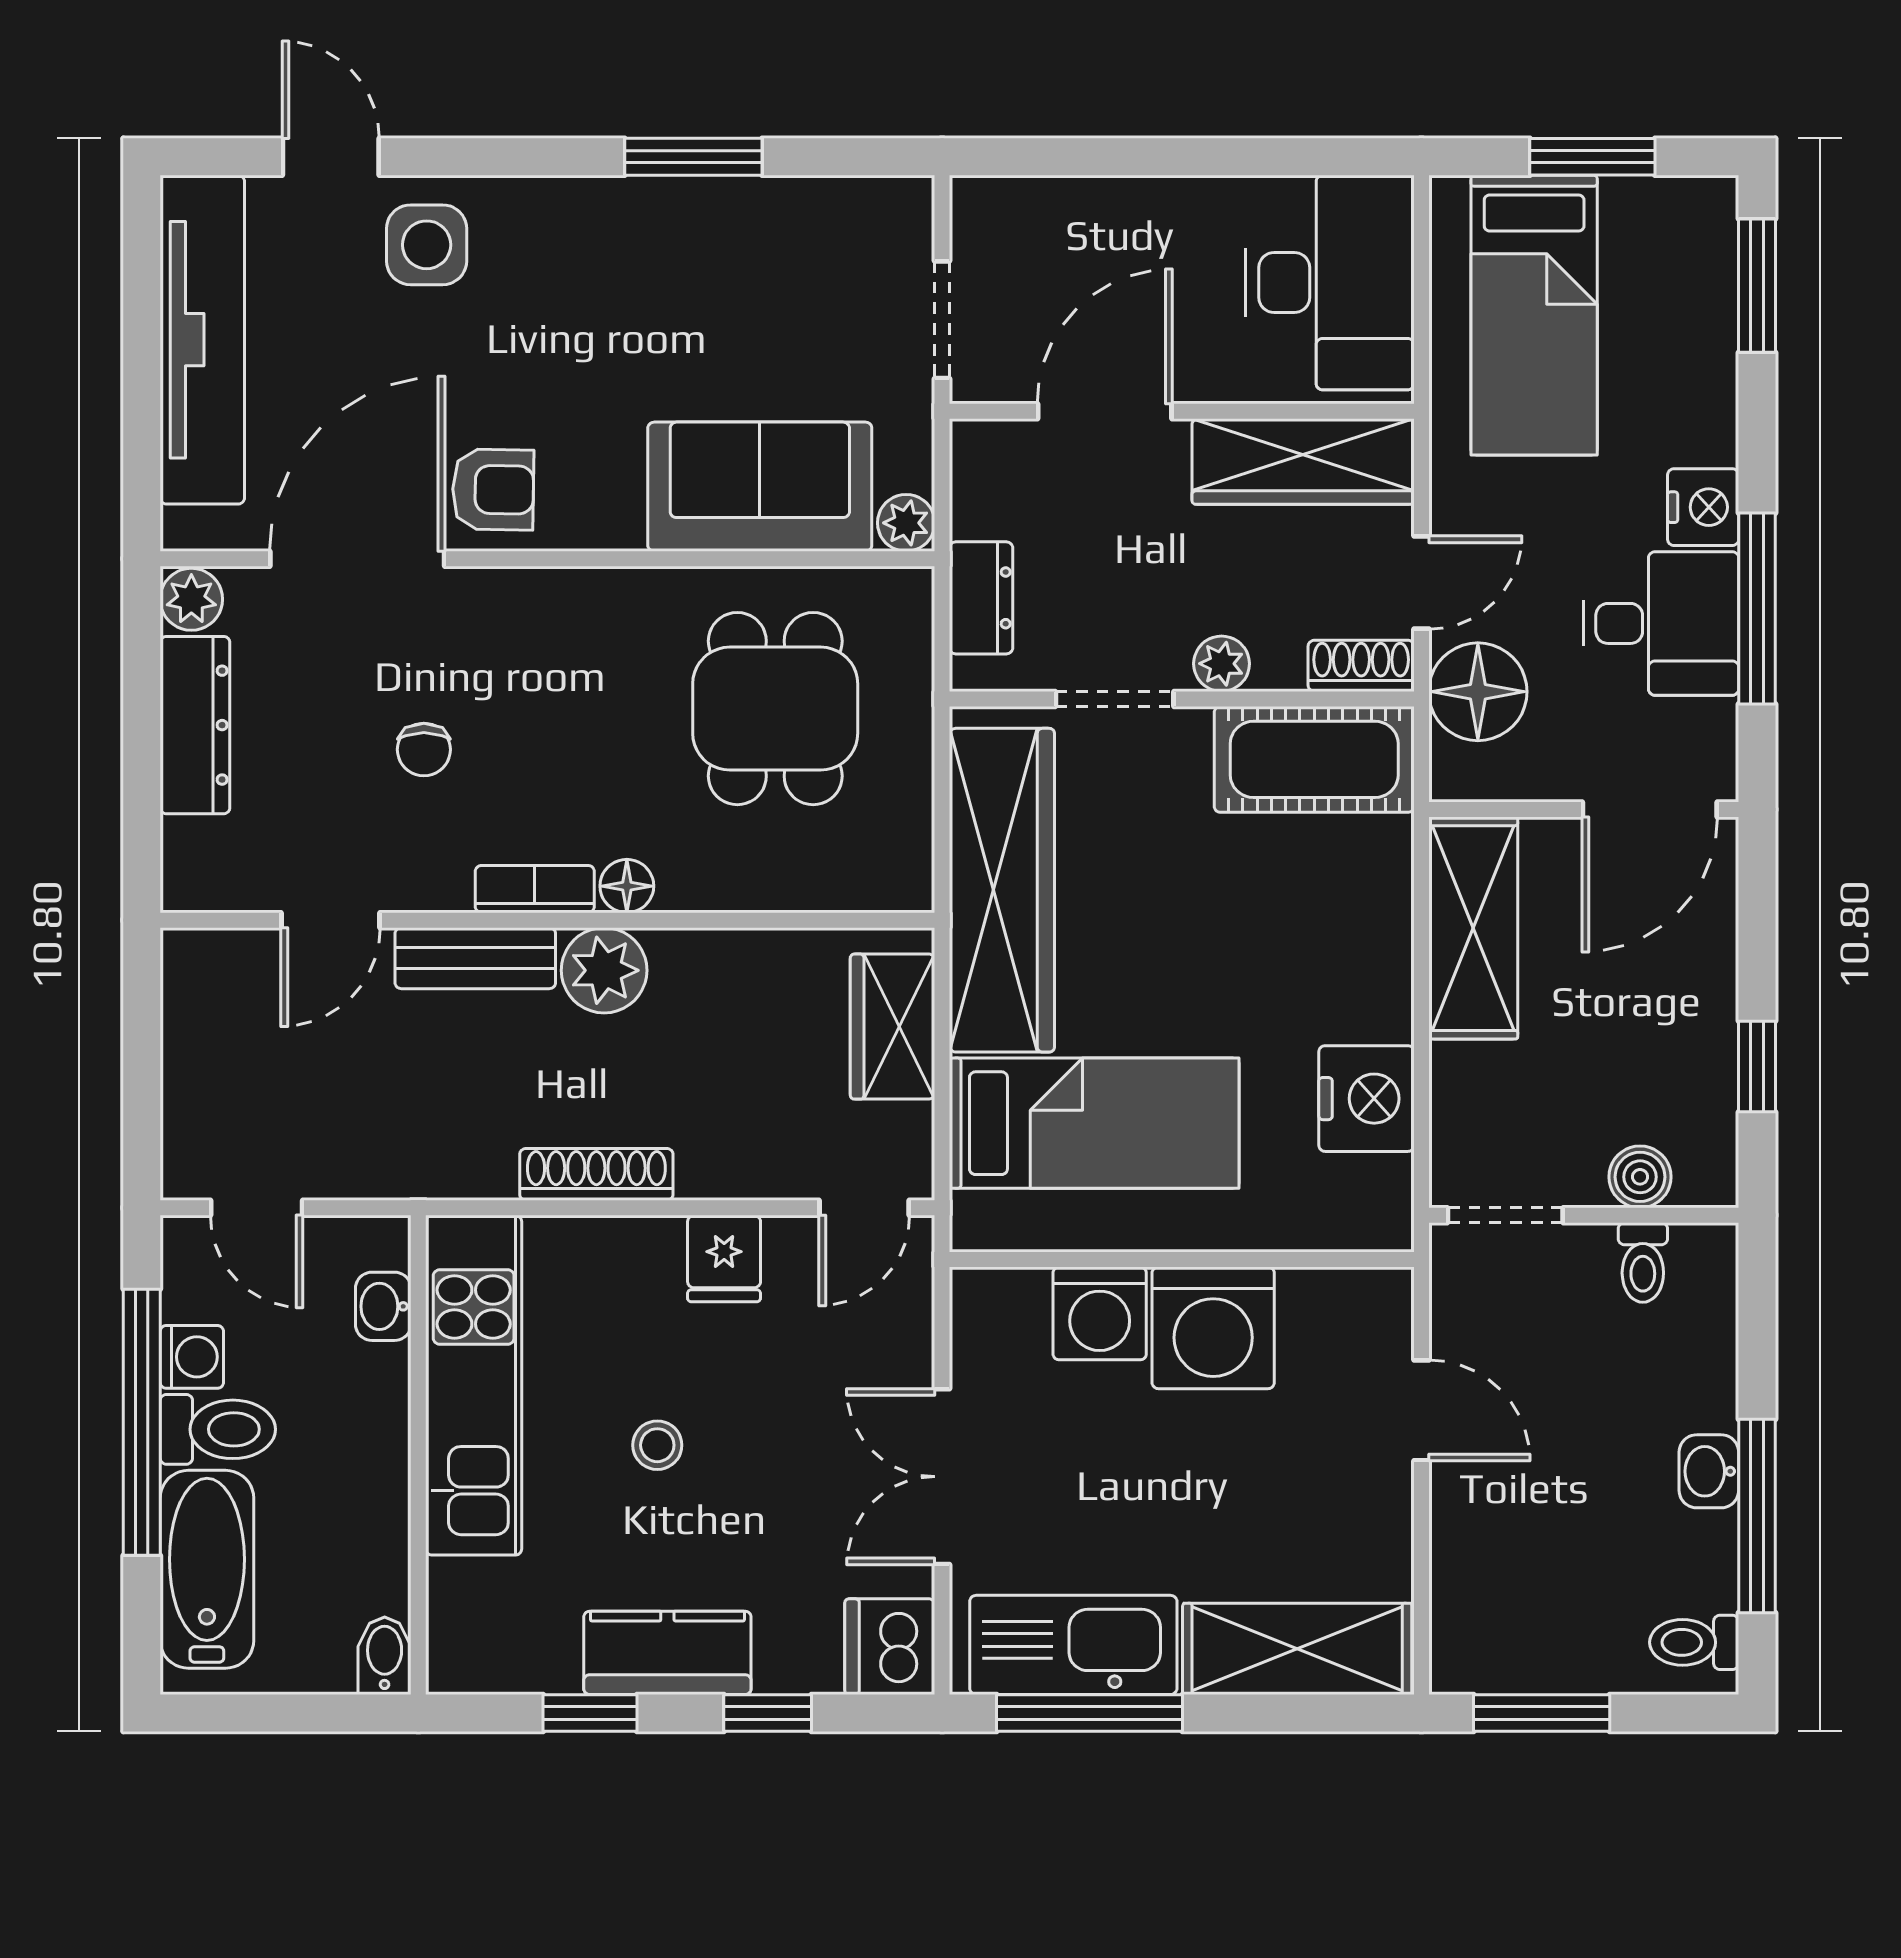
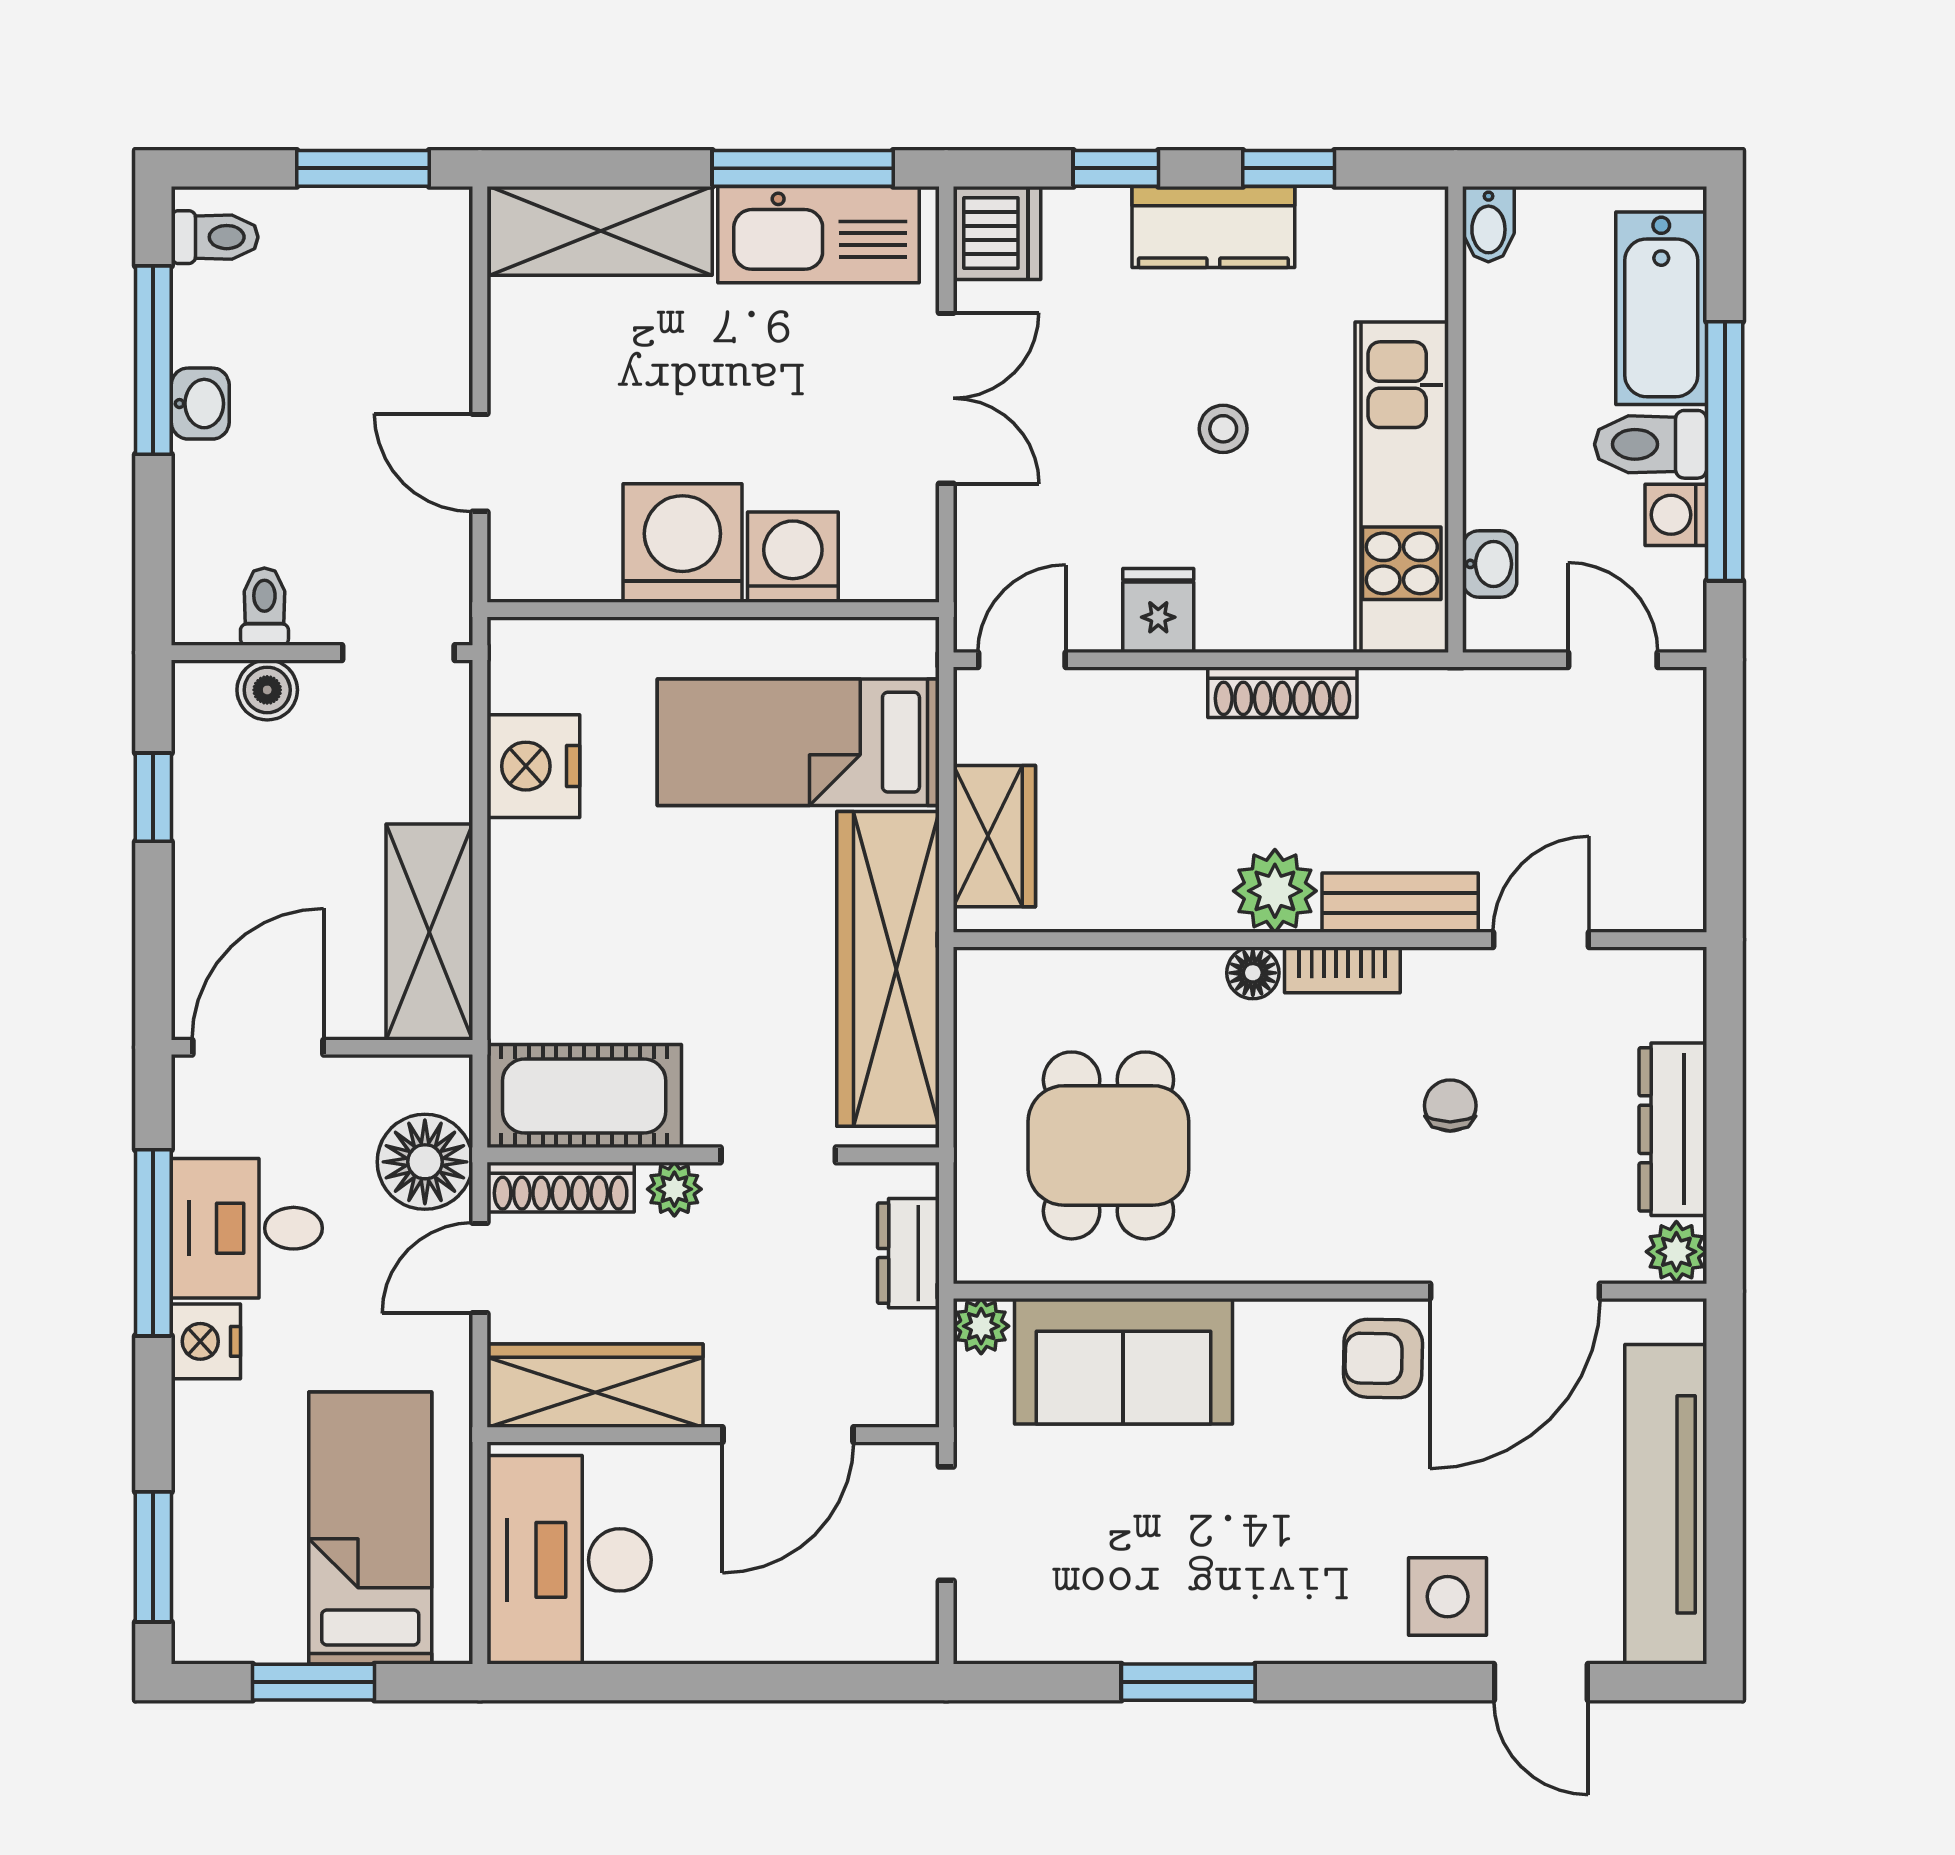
shoe rack: (1361, 666) -> (561, 1187), width x1.43

